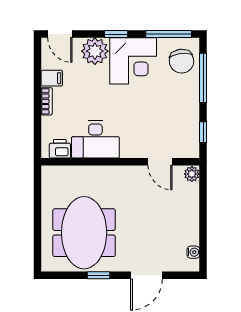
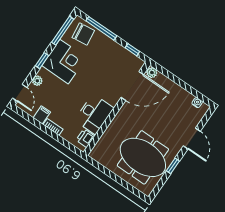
door: (60, 34) -> (20, 93), hinge flipped
plant: (95, 51) -> (37, 81), width x0.53, depth x0.53
door: (160, 162) -> (132, 86), width x1.88

